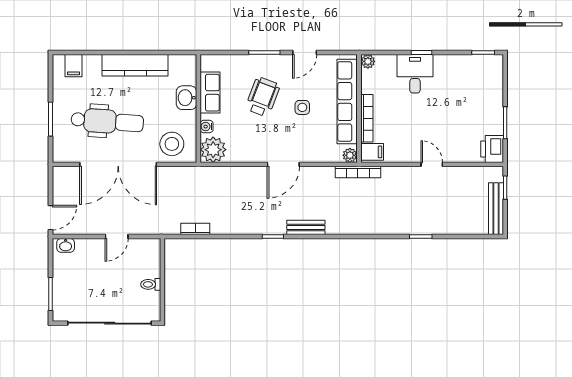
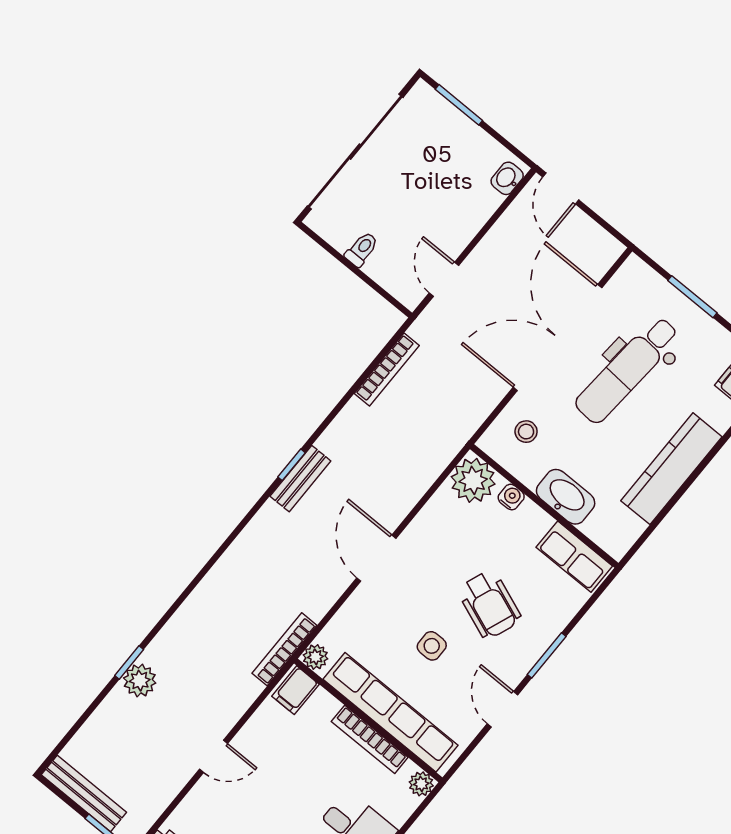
row of seats: (210, 93) -> (574, 557), moved
washbasin: (186, 98) -> (566, 497), width x1.38
bookcase: (367, 118) -> (370, 739), moved
stool: (172, 144) -> (526, 432), width x0.53, depth x0.53
plant: (425, 225) -> (140, 681), added
bench: (306, 227) -> (300, 479), moved
bookcase: (195, 229) -> (387, 370), width x1.56
door: (117, 237) -> (444, 279), moved

